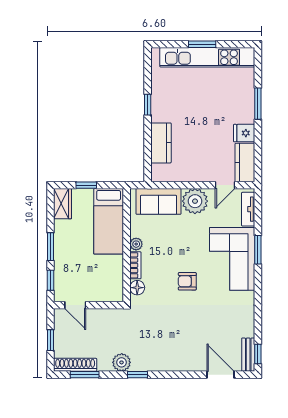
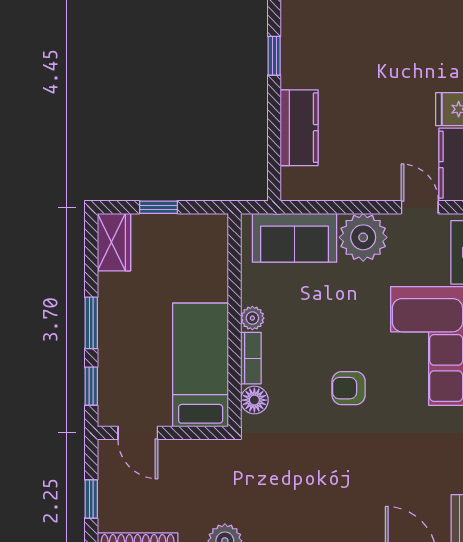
door: (225, 185) -> (420, 207), swing flipped
bed: (109, 221) -> (201, 365), moved, turned 180

